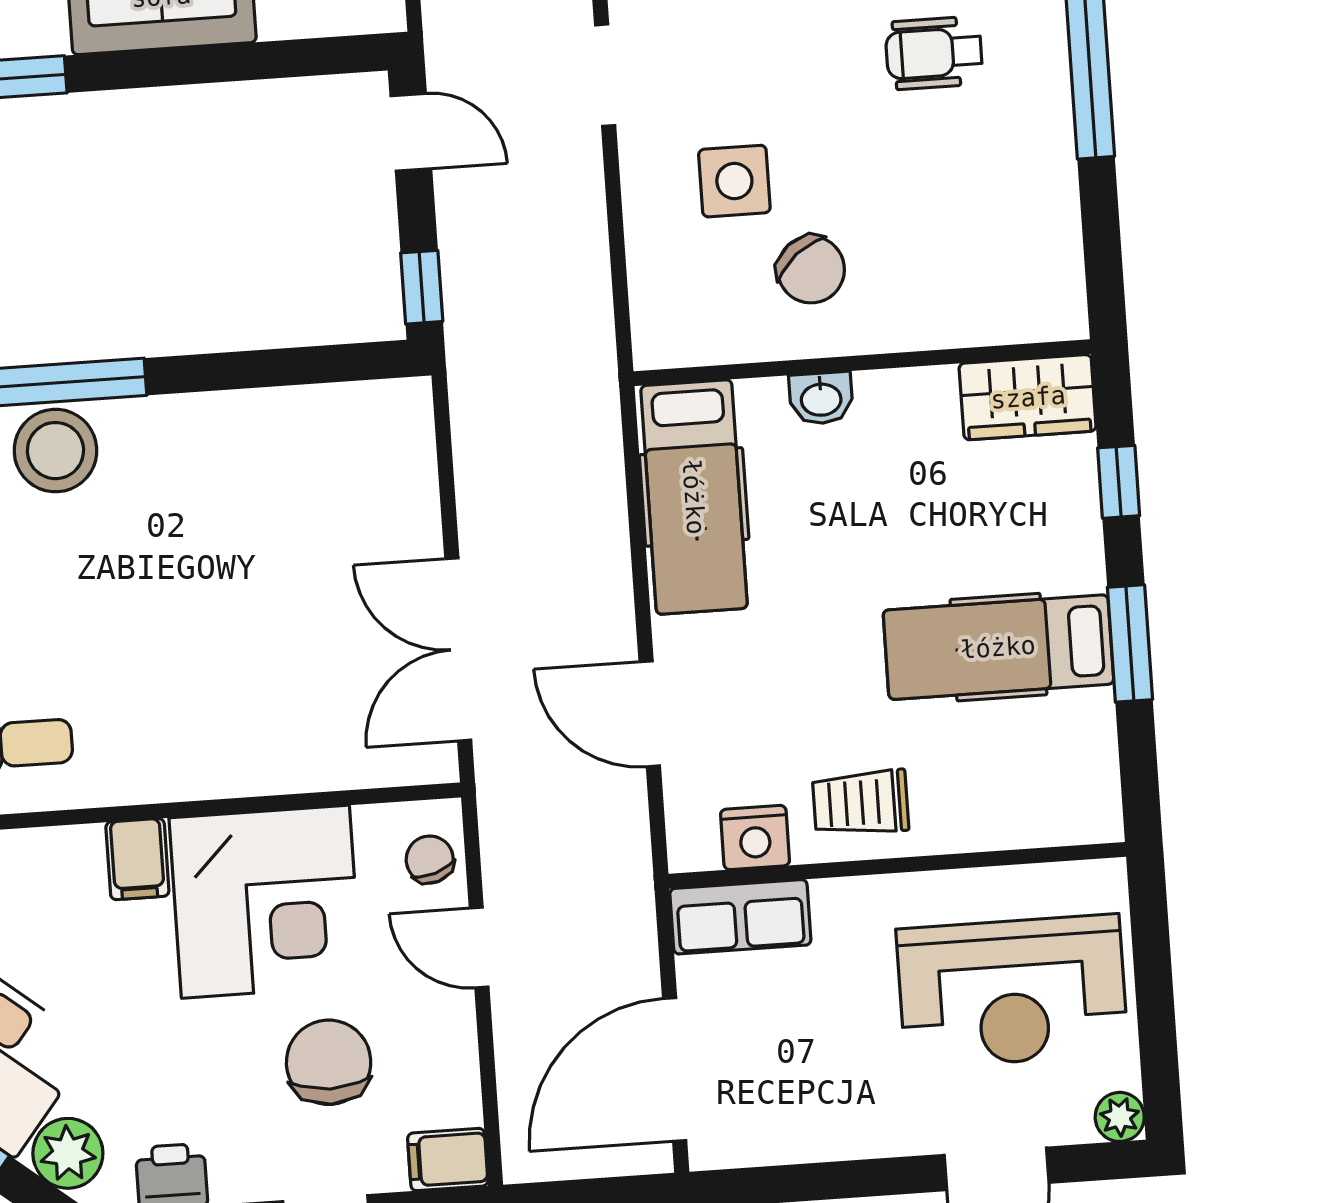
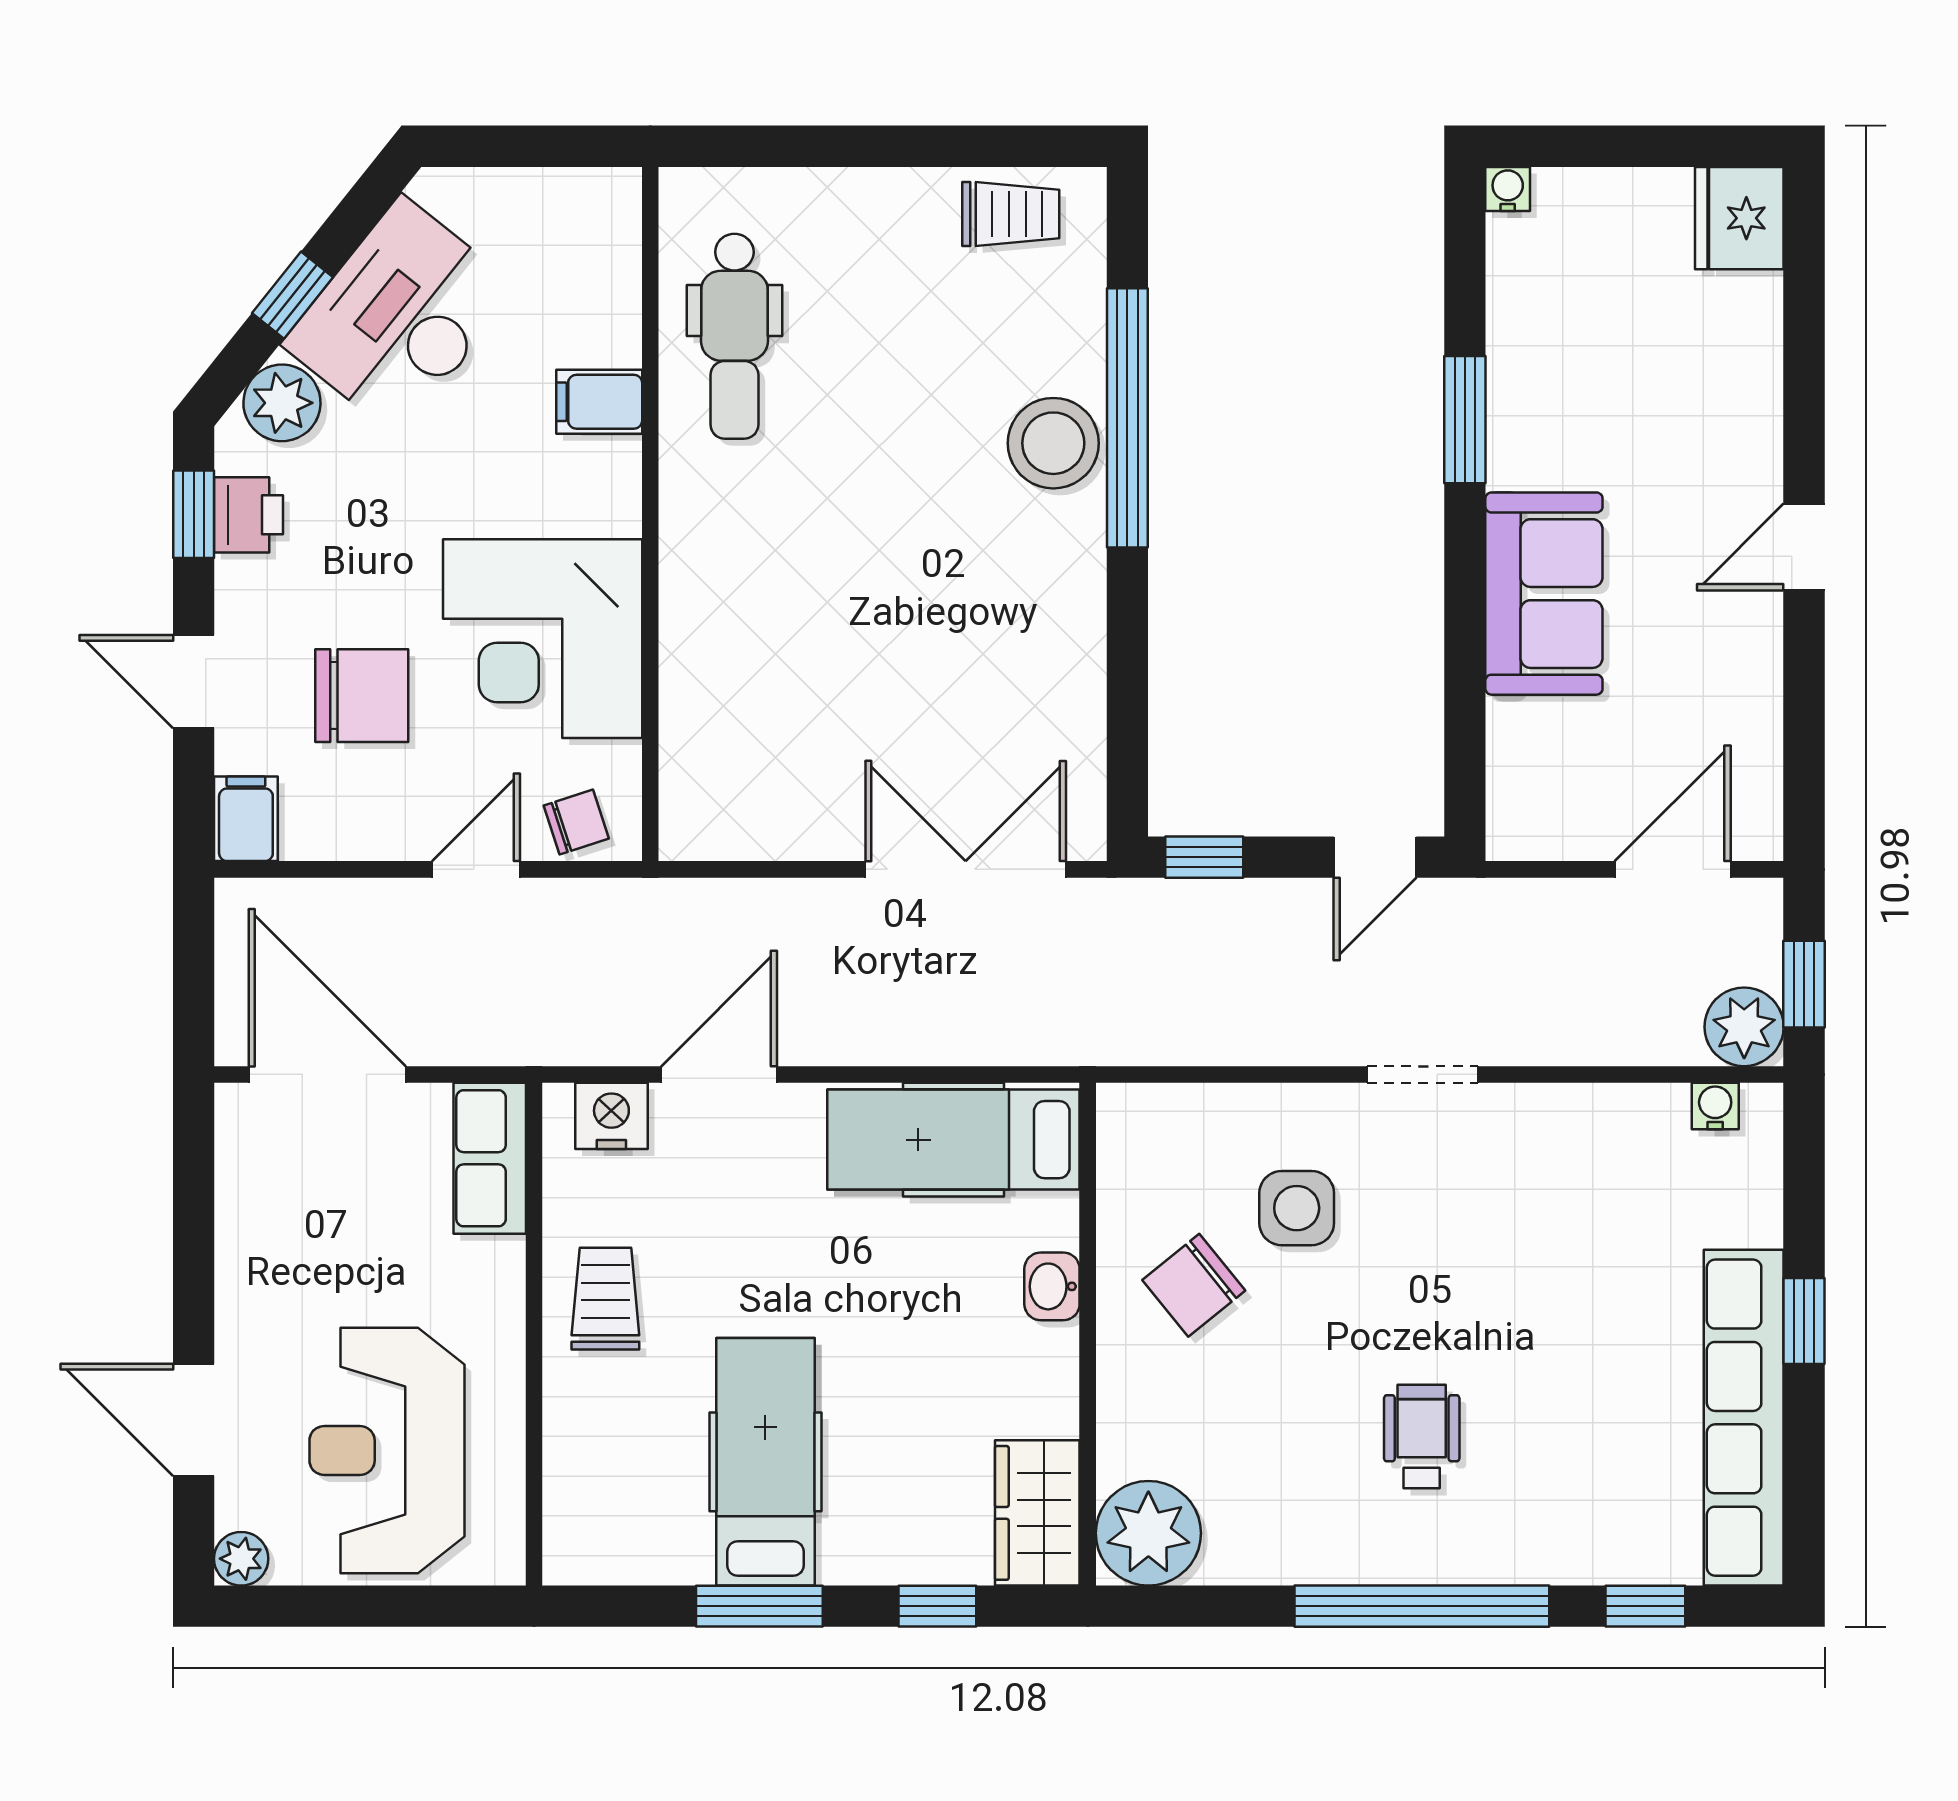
plant: (1039, 295) -> (1148, 1533), added
double door: (458, 649) -> (966, 869), moved
nightstand: (755, 837) -> (611, 1116), moved, turned 90
filing cabinet: (137, 859) -> (599, 402), moved

